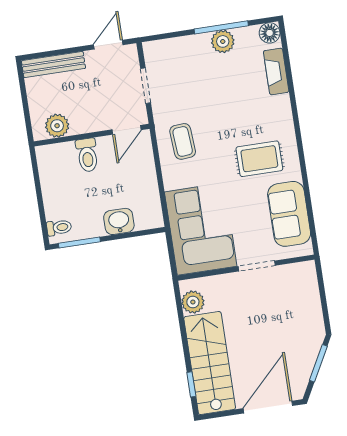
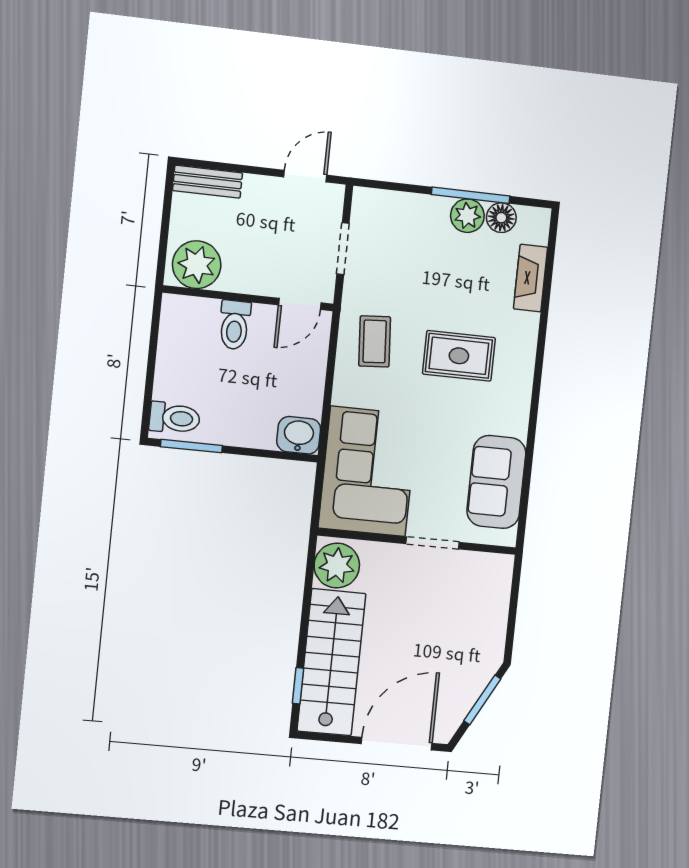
floor lamp: (270, 33) -> (501, 218), moved
bench: (53, 65) -> (208, 182), width x0.73
plant: (57, 126) -> (197, 265), width x1.36, depth x1.36
rug: (259, 159) -> (459, 356), moved
washbasin: (119, 221) -> (299, 435), moved
toilet: (59, 228) -> (175, 418), width x1.37, depth x1.39
plant: (193, 302) -> (337, 566), width x1.36, depth x1.36

